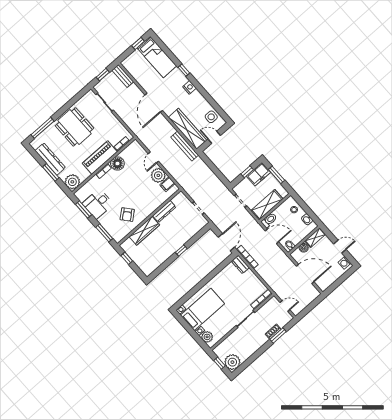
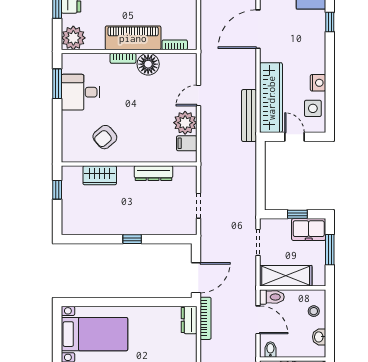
nightstand: (189, 87) -> (318, 83), moved
wardrobe: (144, 231) -> (100, 175), width x0.67
window: (104, 233) -> (57, 135), removed

